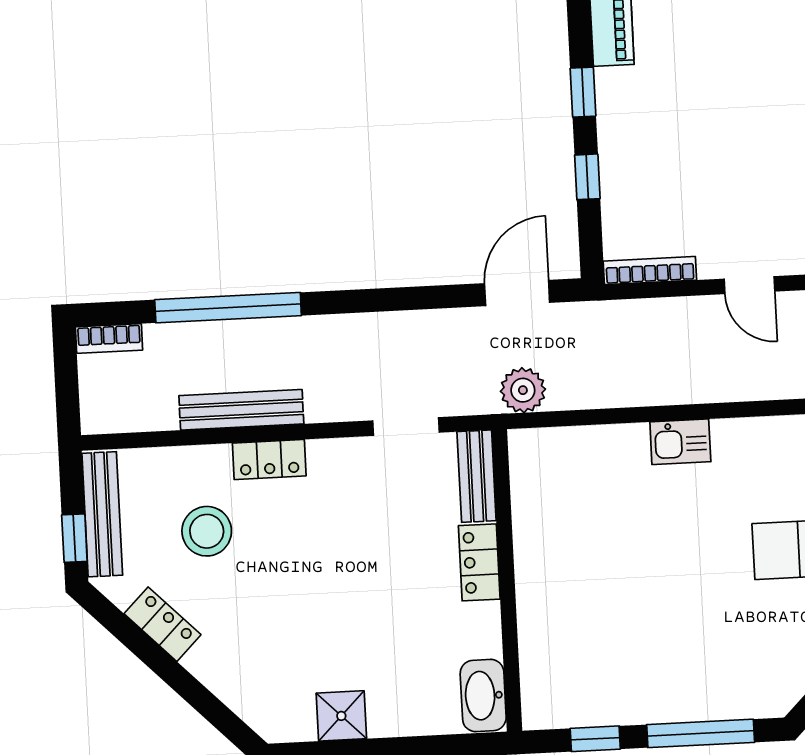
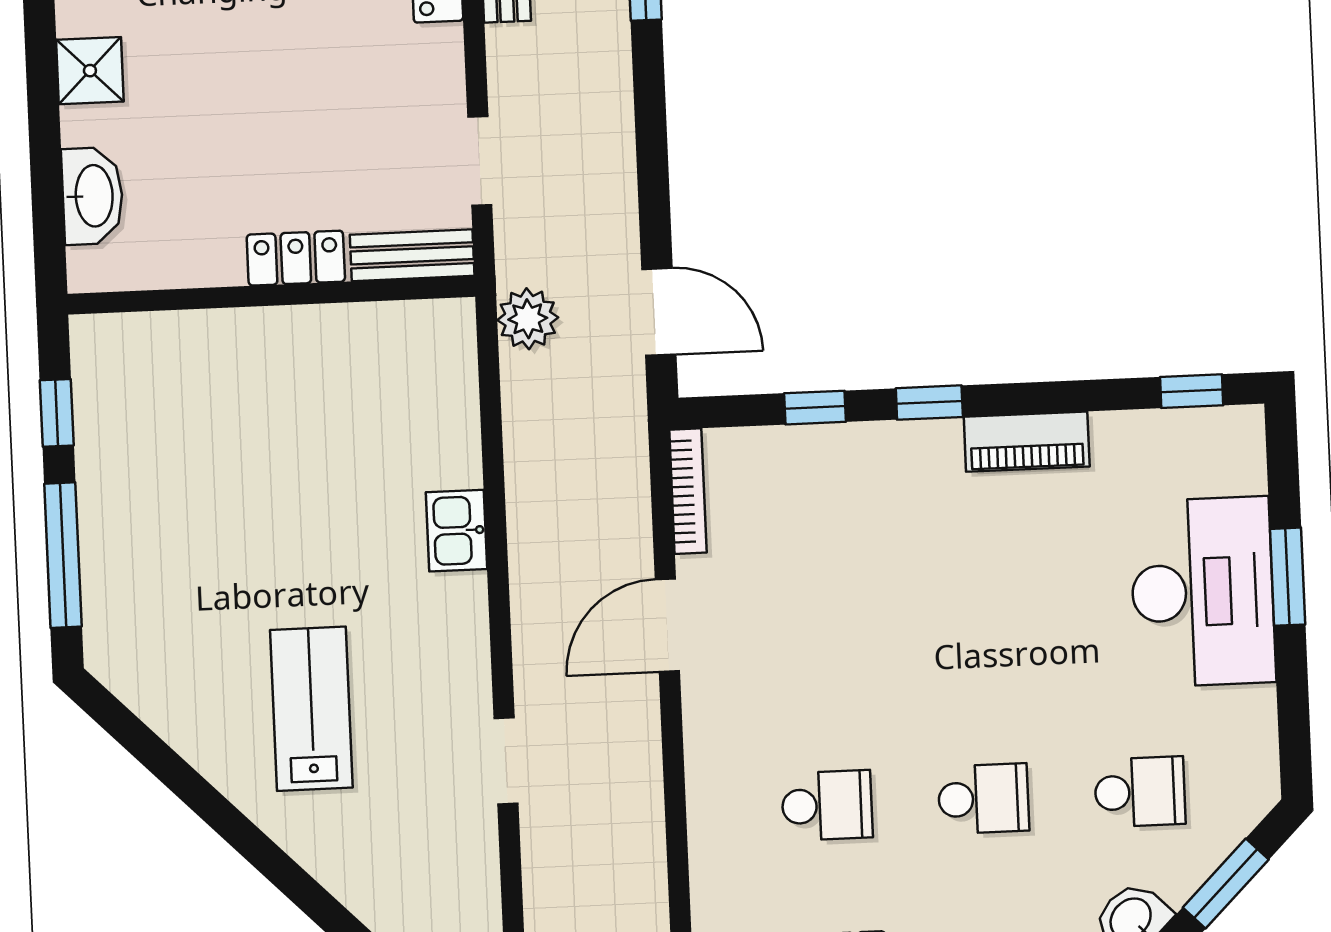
door: (749, 285) -> (667, 625), width x1.38
washbasin: (483, 696) -> (92, 196), moved, turned 90

